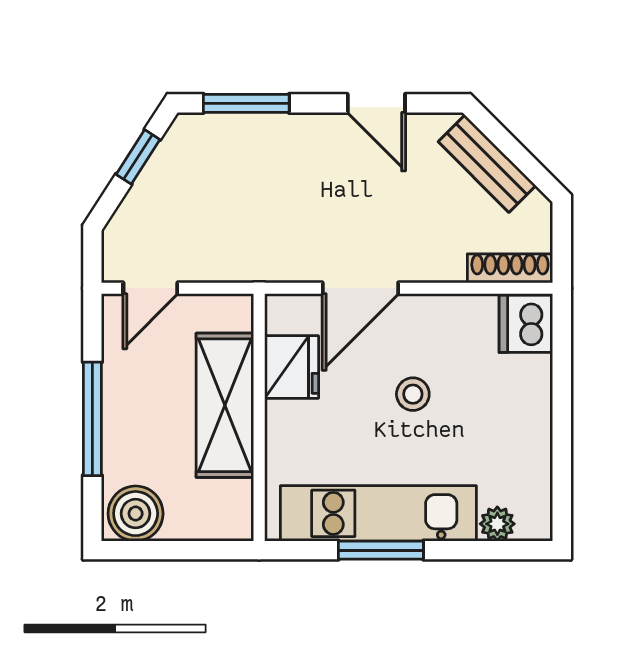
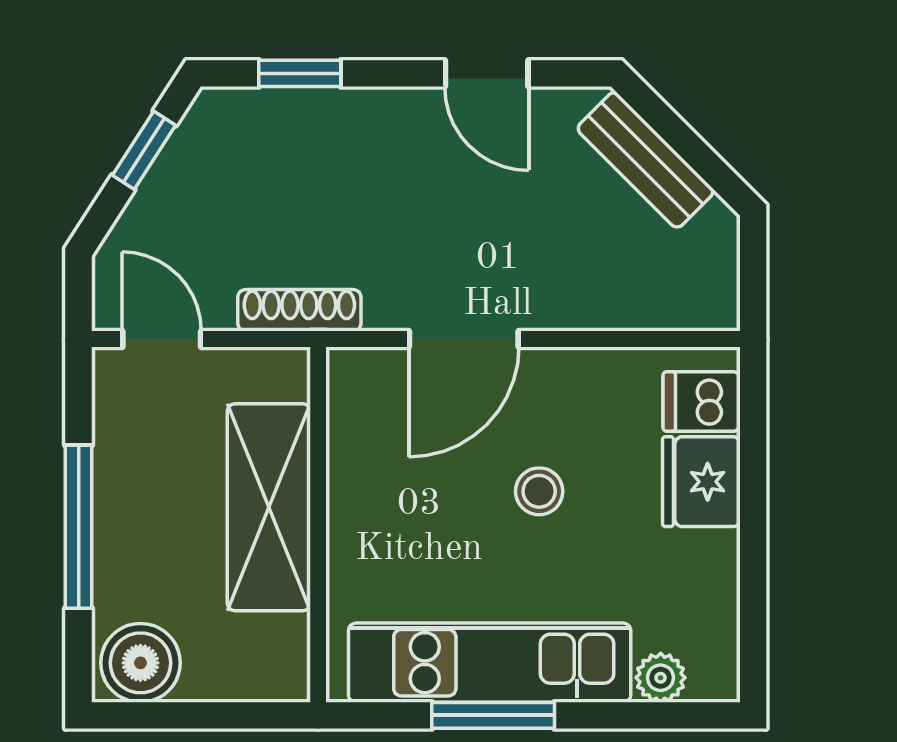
window: (246, 103) -> (300, 73), width x0.67
shoe rack: (510, 268) -> (299, 310), moved
door: (150, 288) -> (162, 339), swing flipped
dishwasher: (526, 324) -> (702, 401), width x0.73
fridge: (292, 367) -> (701, 482), moved, turned 180

